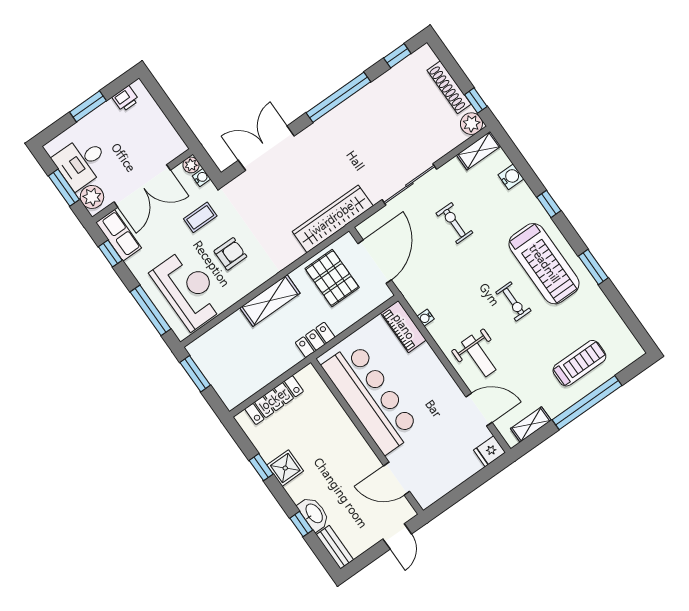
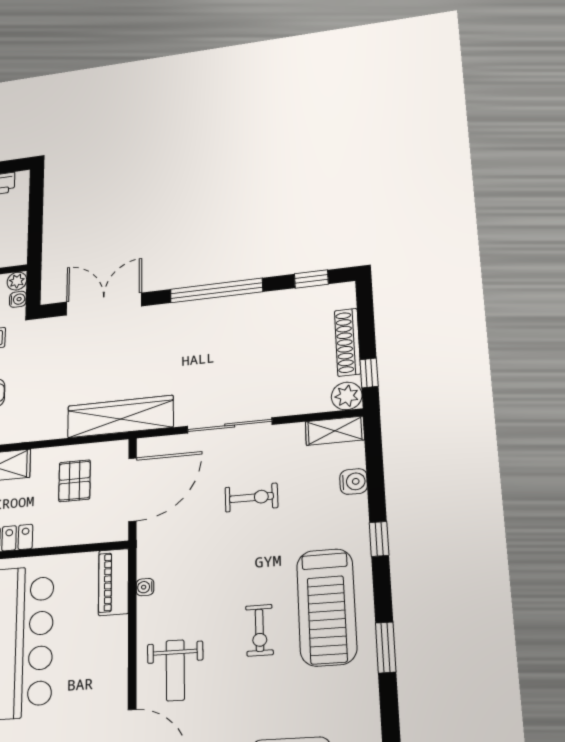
exercise bike: (454, 223) -> (251, 498), turned 90
pallet: (332, 278) -> (75, 481), width x0.67, depth x0.71

